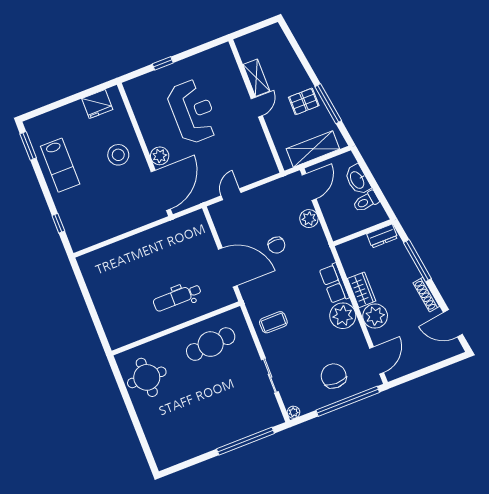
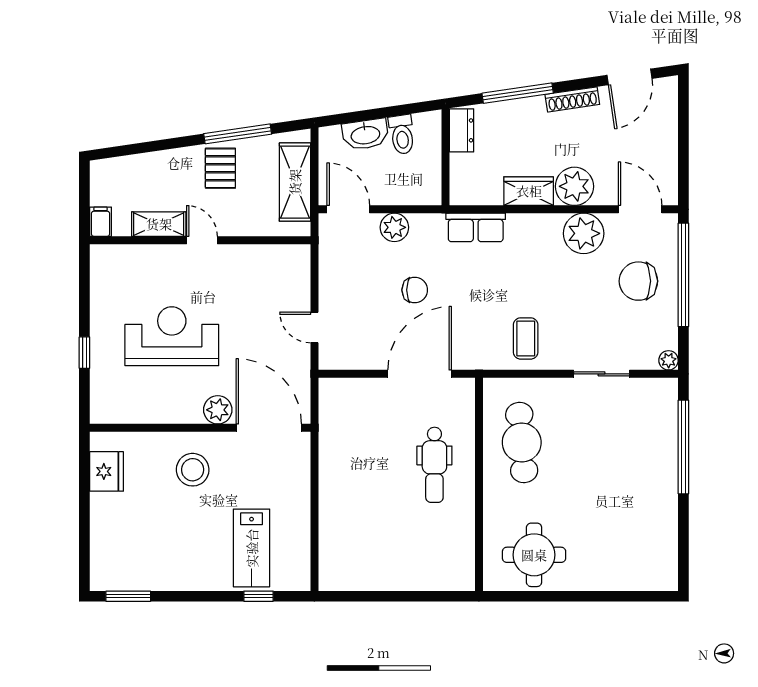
filing cabinet: (244, 43) -> (100, 222), added
lab bench: (60, 165) -> (252, 548), moved, turned 90
row of seats: (334, 283) -> (476, 227), moved
plant: (343, 316) -> (584, 233), moved

